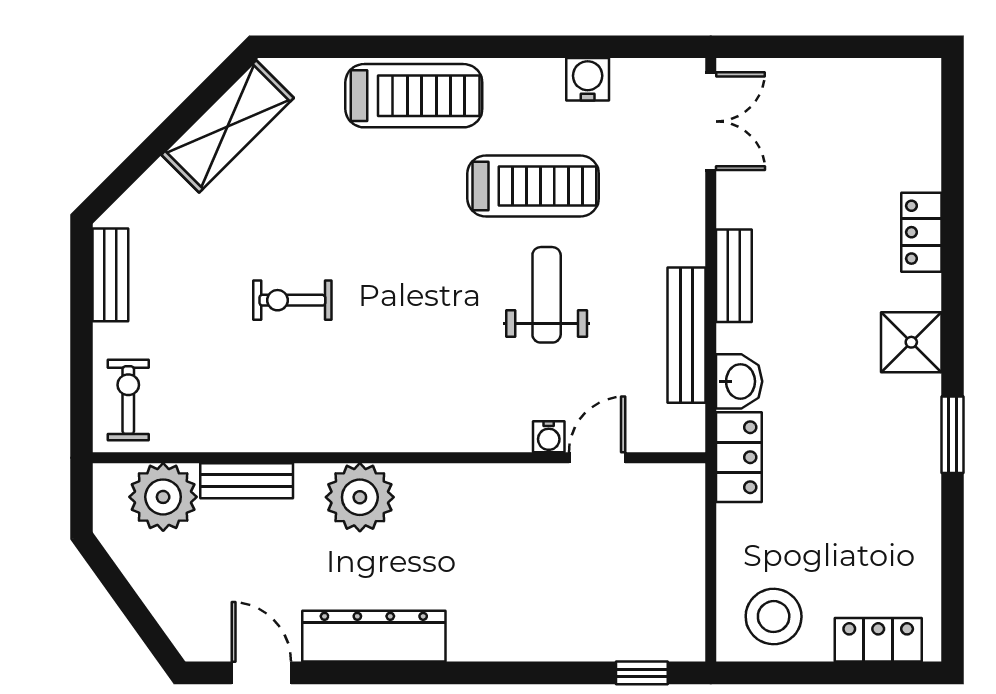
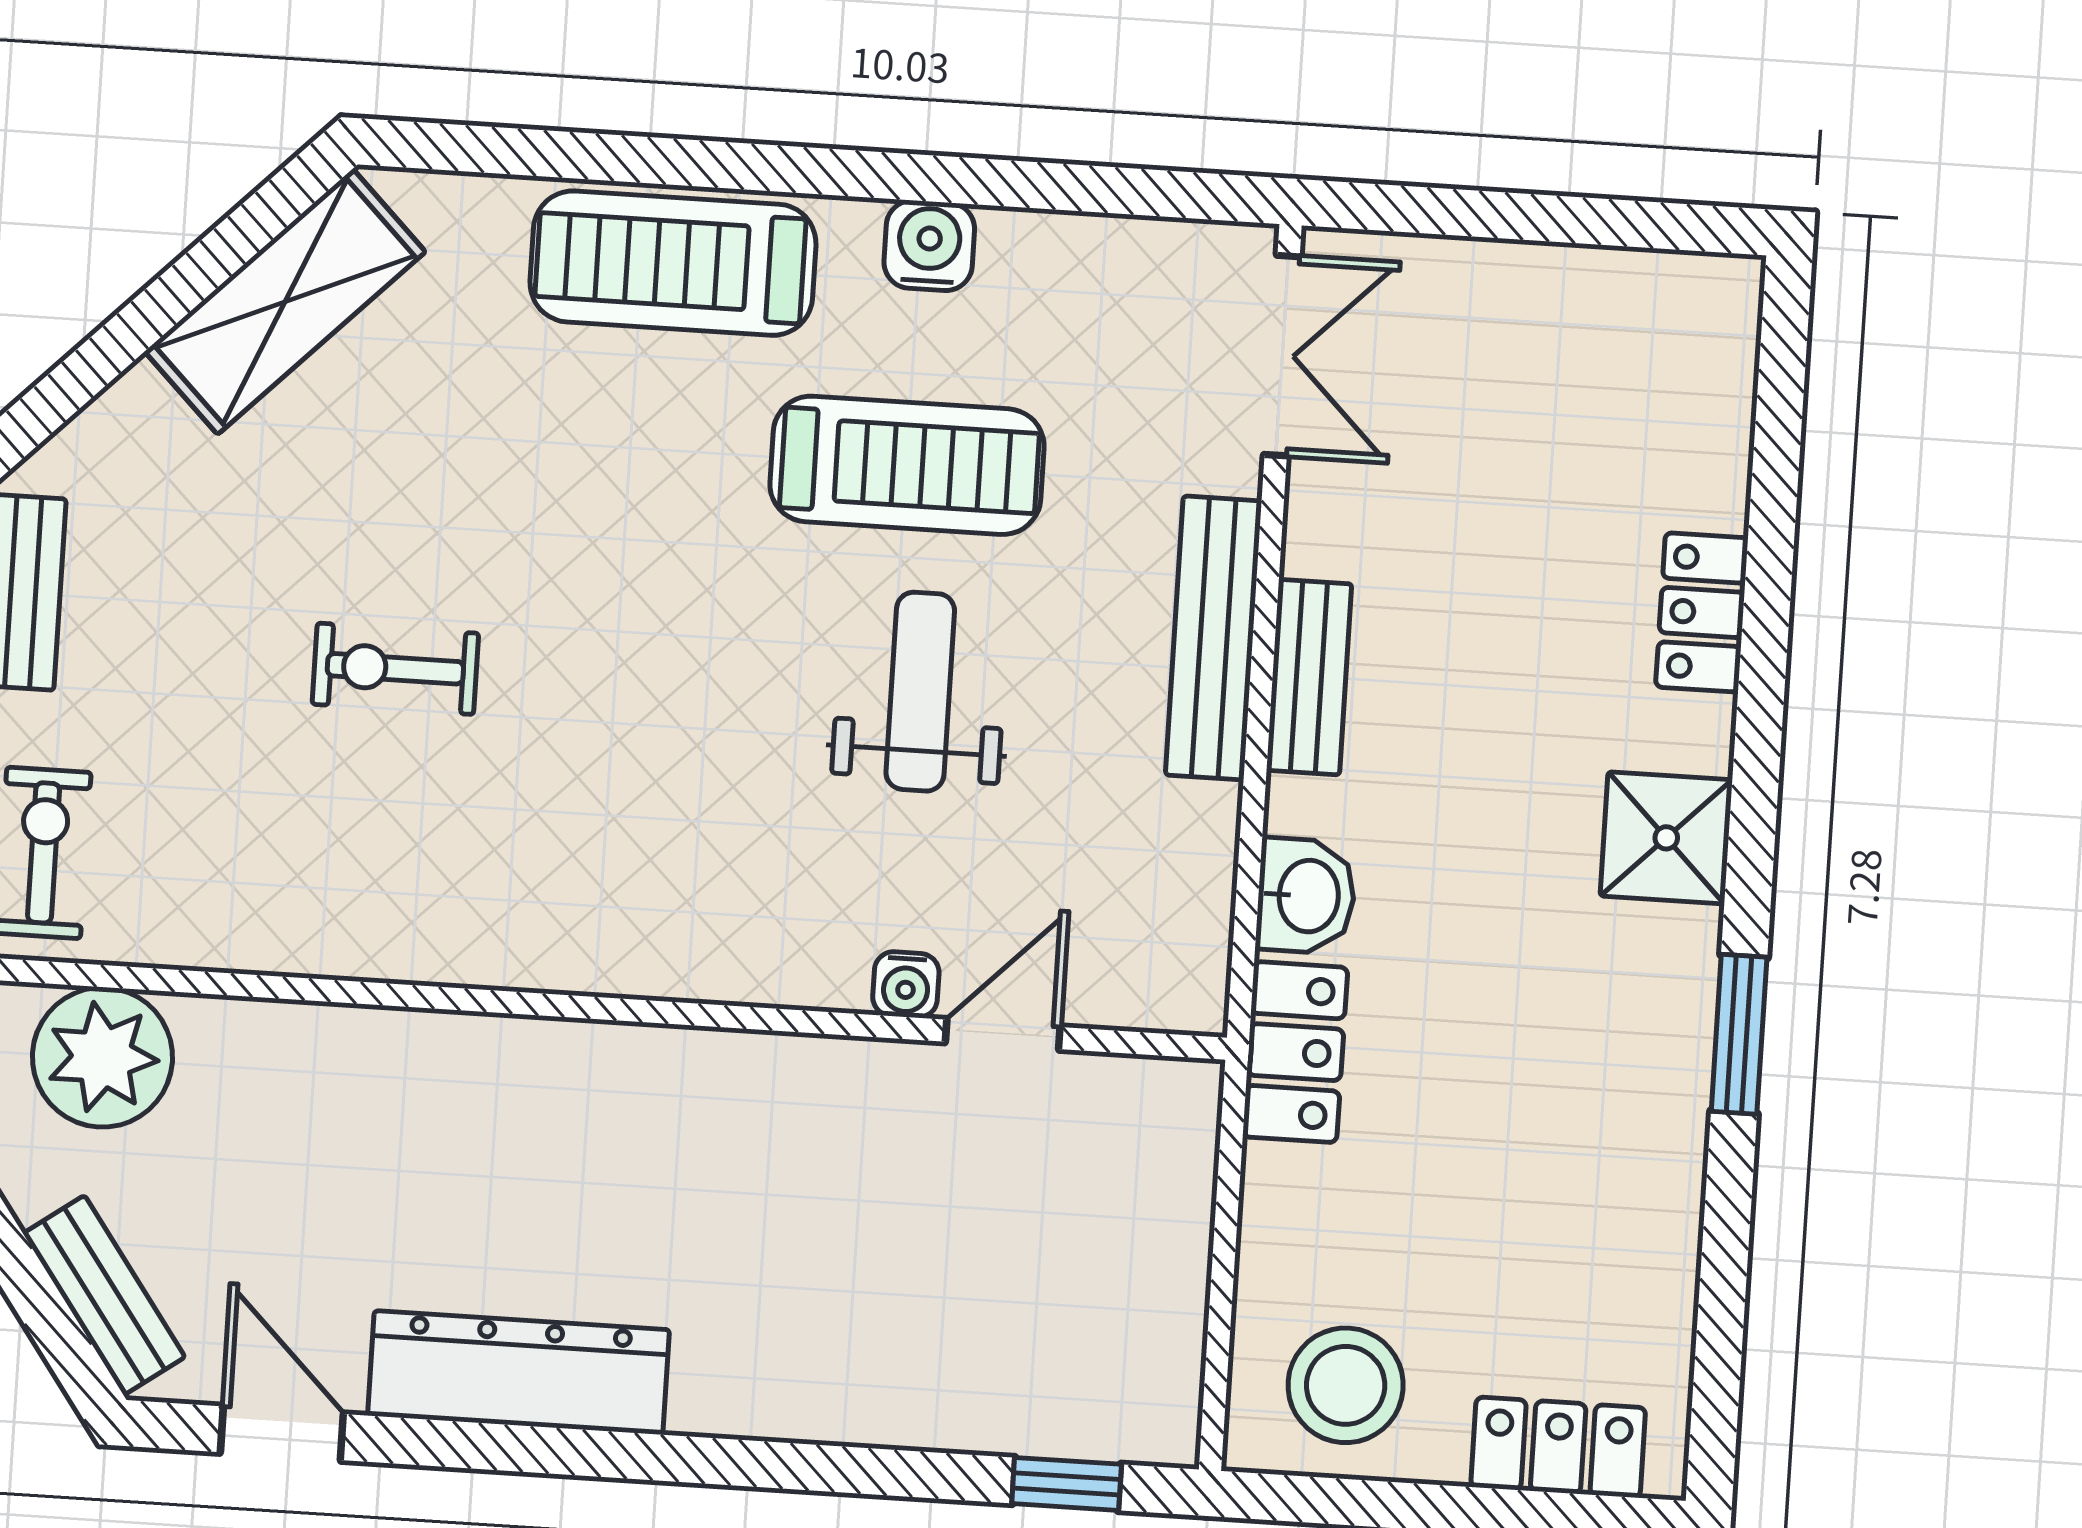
water cooler: (588, 79) -> (929, 246), moved
treadmill: (414, 96) -> (673, 263), turned 180
bench: (686, 335) -> (1214, 638), moved
bench: (247, 481) -> (104, 1295), moved, turned 54
plant: (360, 497) -> (508, 1084), removed

